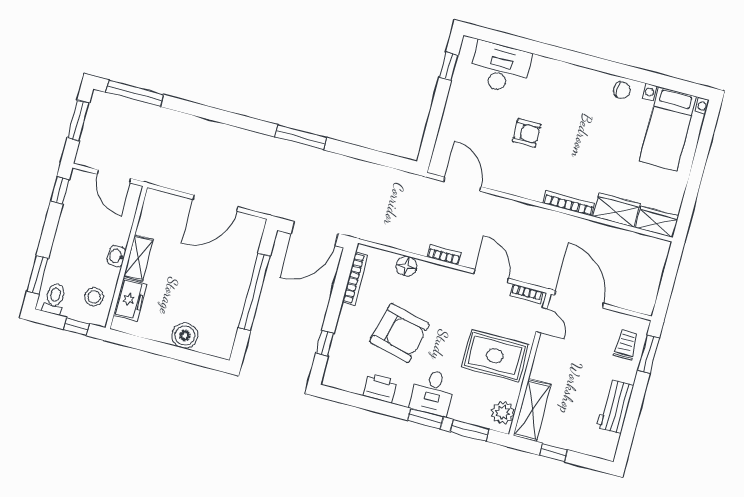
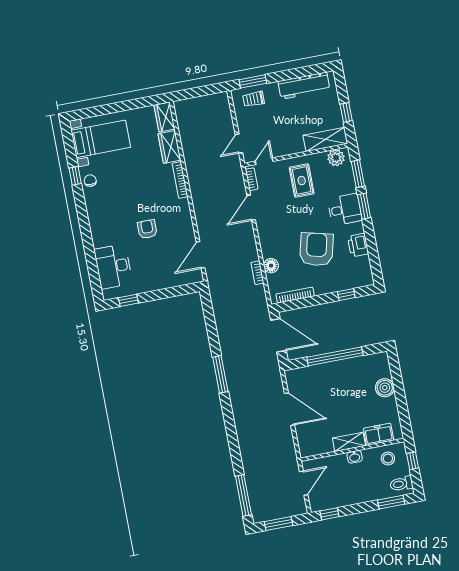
window: (637, 74) -> (75, 176), added
bookcase: (444, 255) -> (257, 273), moved
door: (579, 299) -> (239, 143), width x0.53
rug: (495, 356) -> (302, 181), width x0.73, depth x0.70
workbench: (615, 407) -> (304, 86), width x1.38

